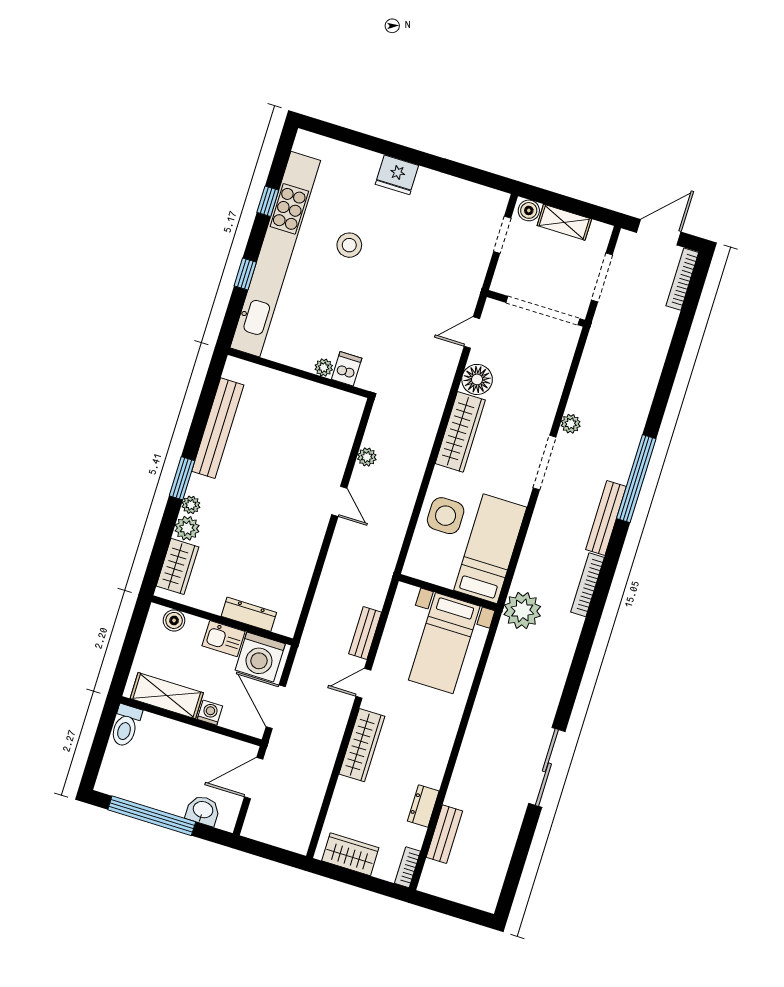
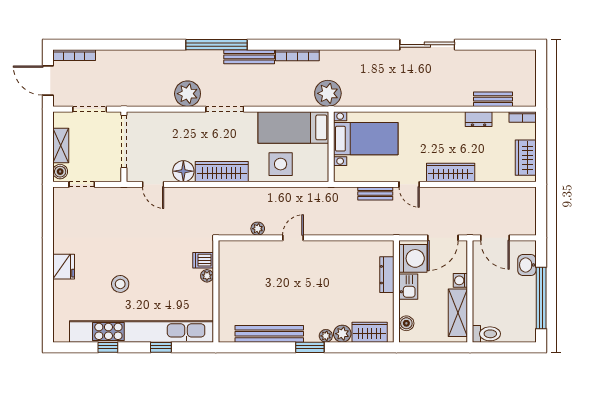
plant: (571, 424) -> (188, 94), width x1.88, depth x1.88

